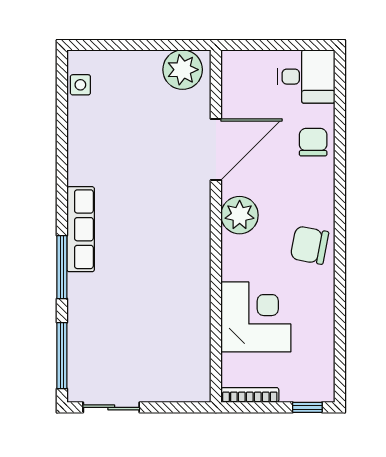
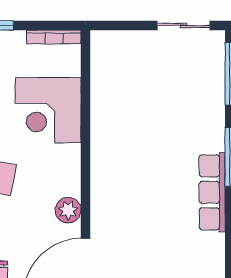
plant: (240, 215) -> (68, 210), width x0.73, depth x0.73

